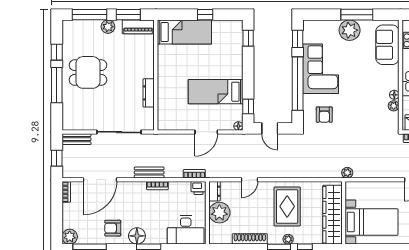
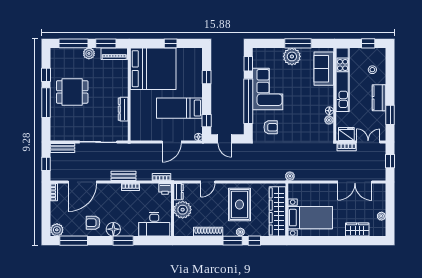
bed: (184, 32) -> (153, 69), width x2.04
window: (248, 38) -> (207, 77), moved
armchair: (324, 115) -> (271, 127), turned -90

